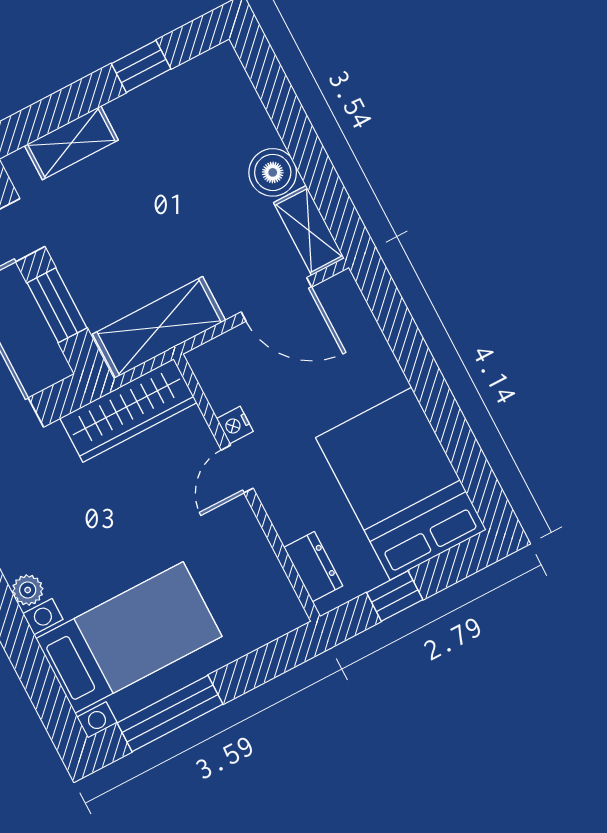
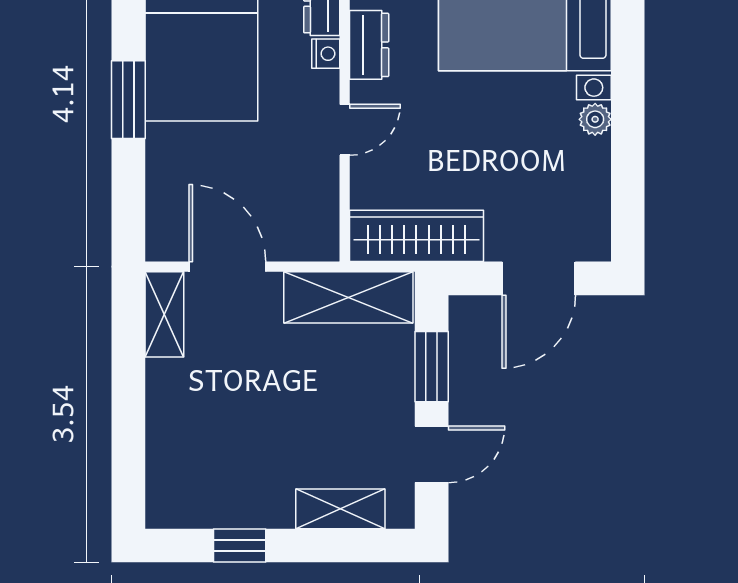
boiler: (273, 172) -> (170, 385), removed
window: (436, 398) -> (128, 100), added
nightstand: (235, 425) -> (326, 54), moved
dresser: (254, 553) -> (369, 45), added

